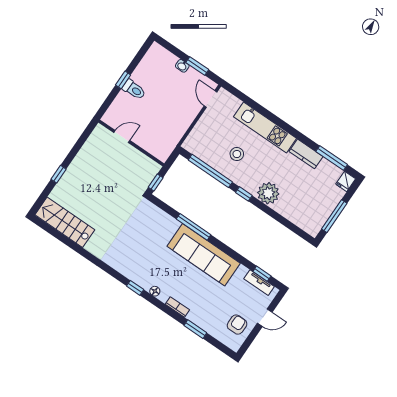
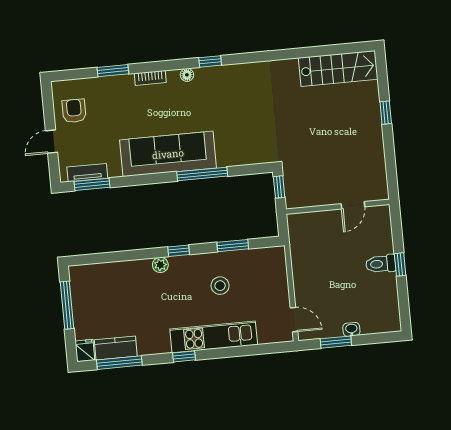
window: (292, 131) -> (184, 356), added
kitchen counter: (306, 154) -> (116, 348), moved
window: (210, 171) -> (233, 246), width x0.47
plant: (268, 193) -> (160, 265), width x0.53, depth x0.53
window: (262, 274) -> (92, 184), width x1.50
armchair: (237, 325) -> (74, 111), turned 180

